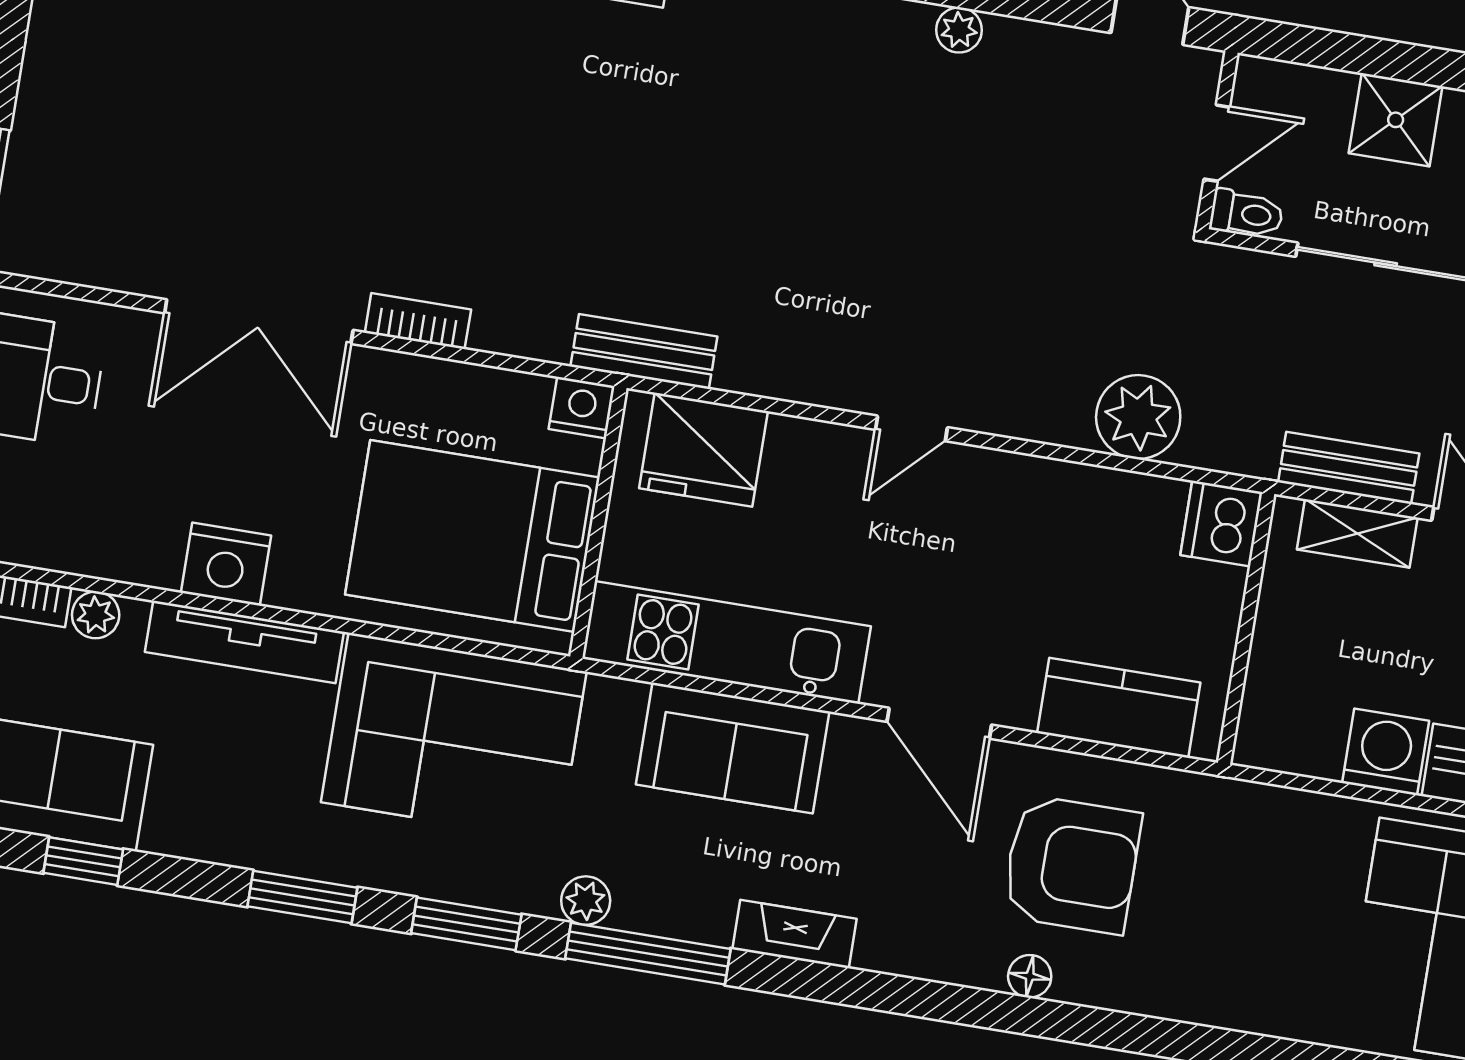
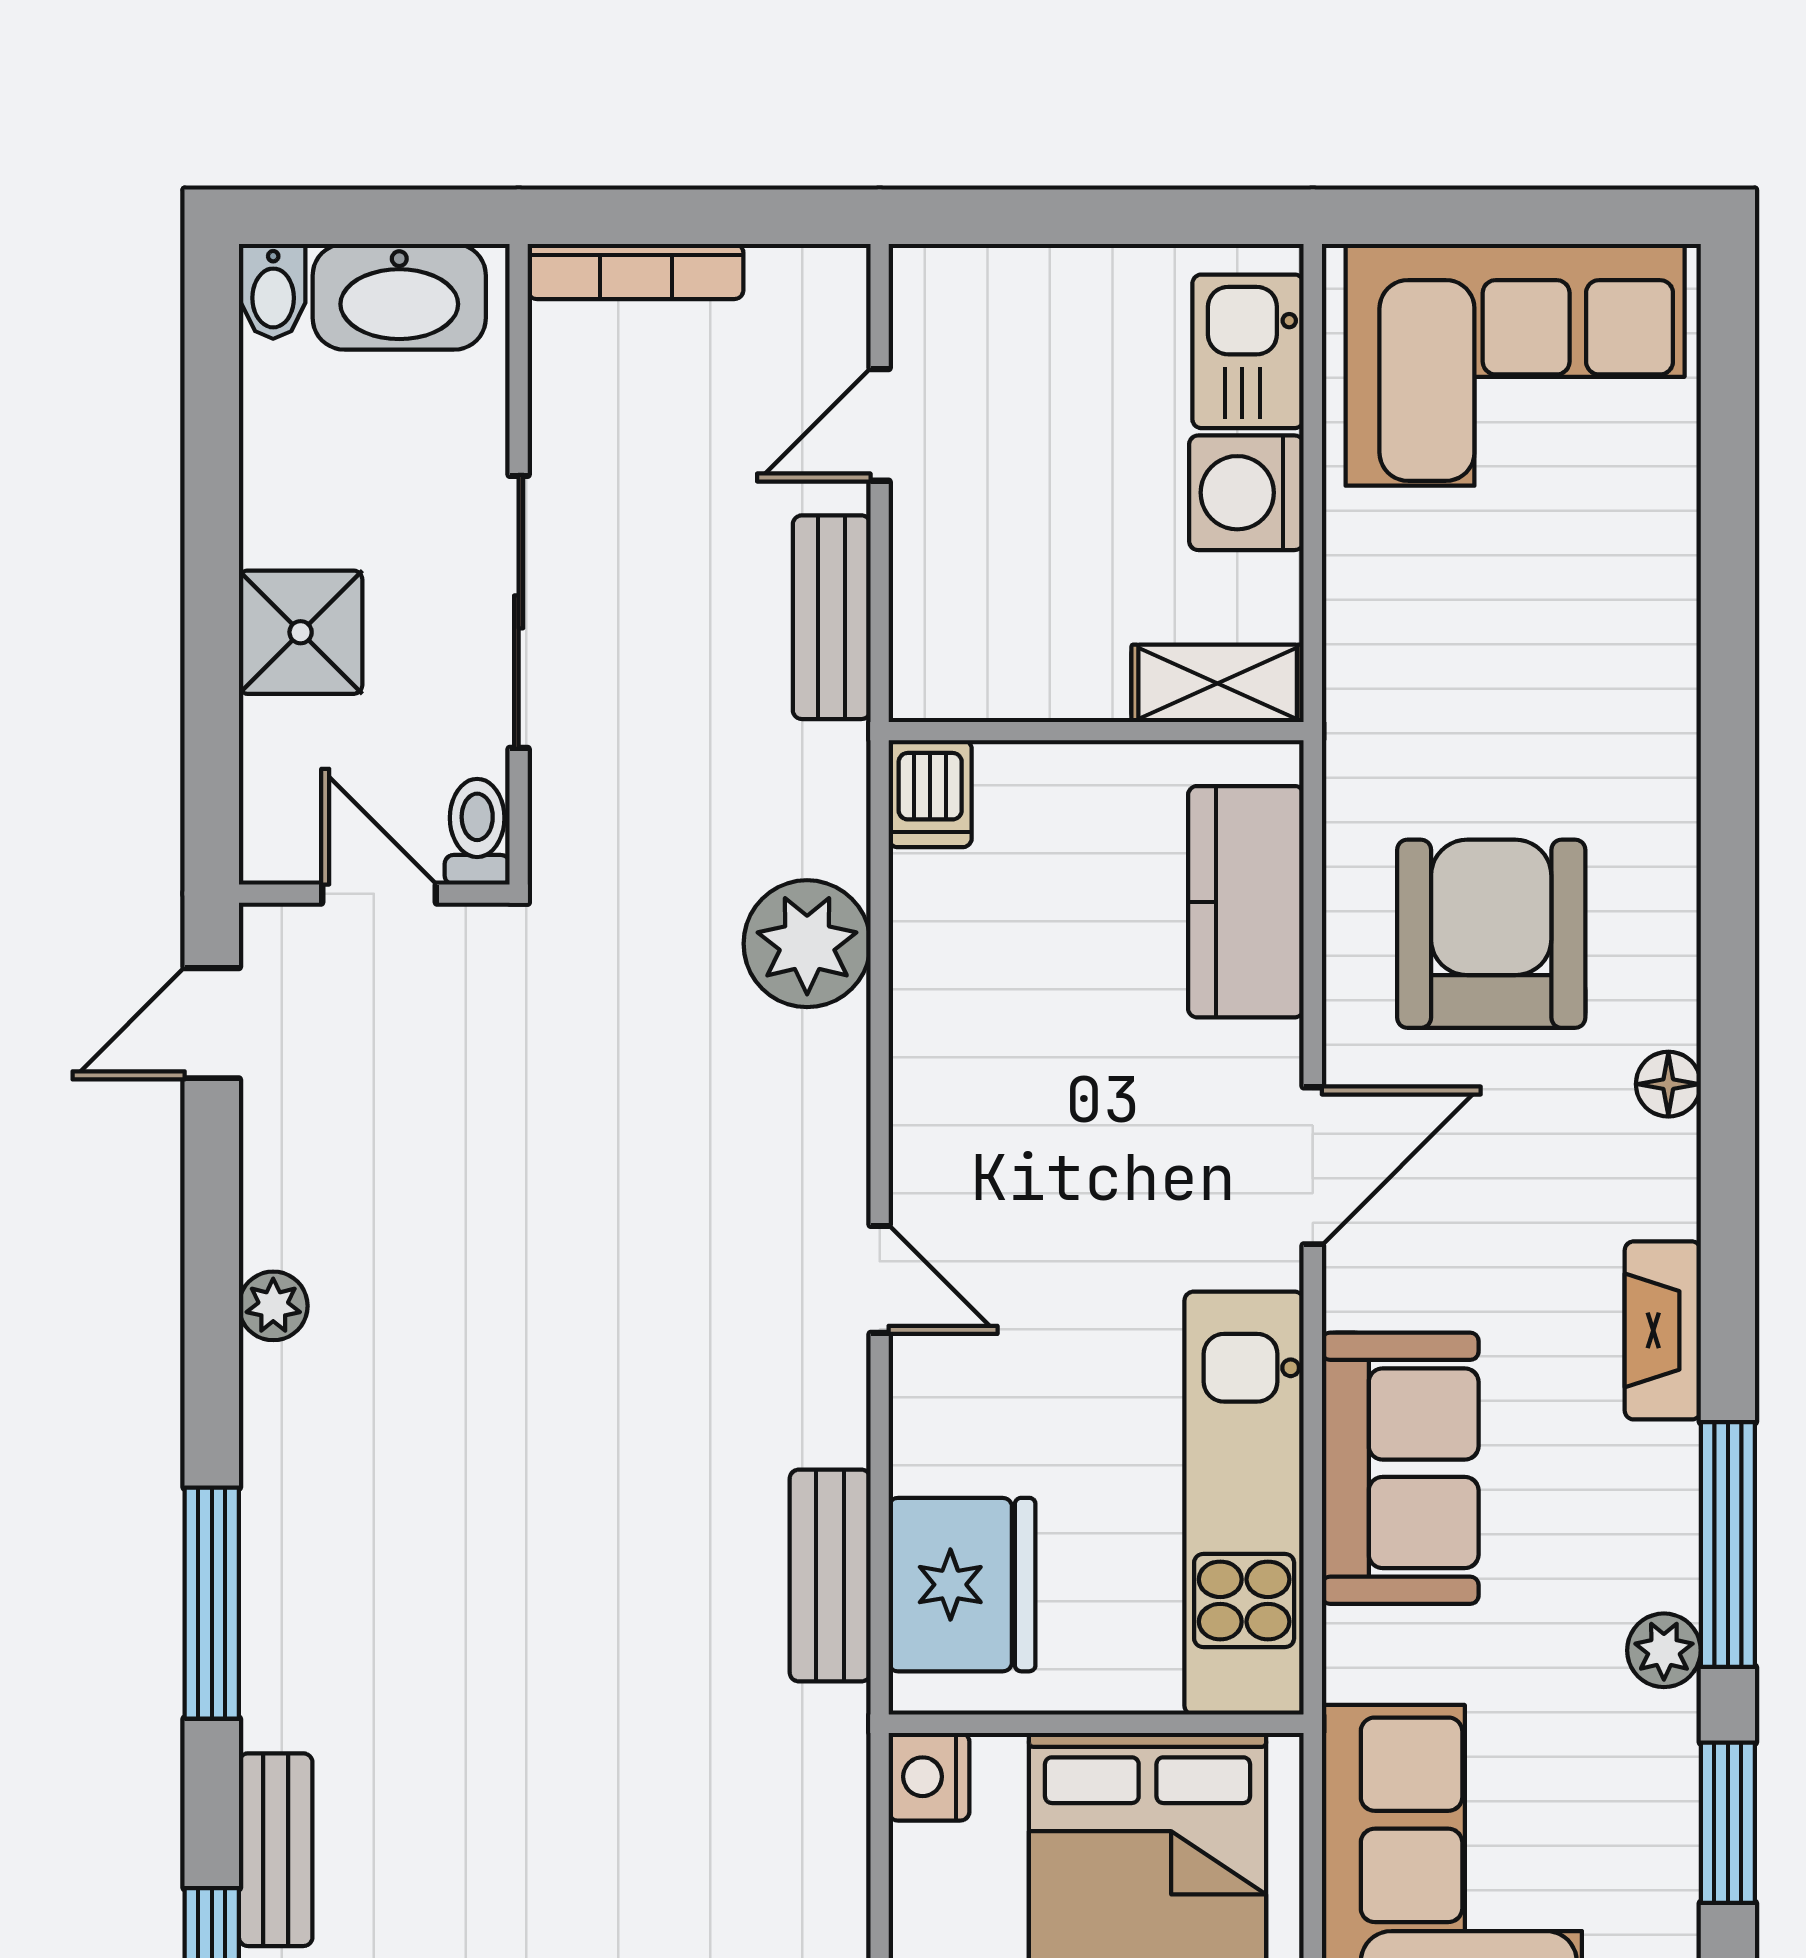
bench: (644, 352) -> (830, 1576), moved
dishwasher: (1221, 524) -> (930, 794), width x0.73
shelving: (1357, 533) -> (1218, 683), moved, turned 90
floor lamp: (1030, 976) -> (1668, 1084), moved

